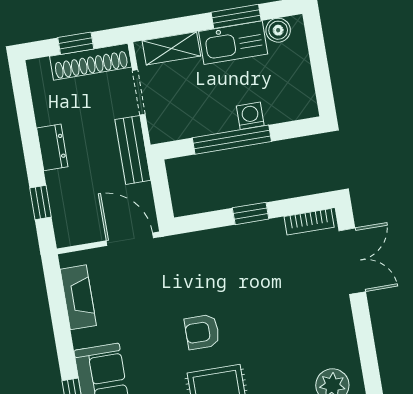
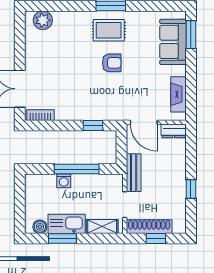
dresser: (52, 147) -> (174, 131), moved, turned -90
window: (40, 202) -> (191, 189), moved
window: (251, 213) -> (93, 125), moved

